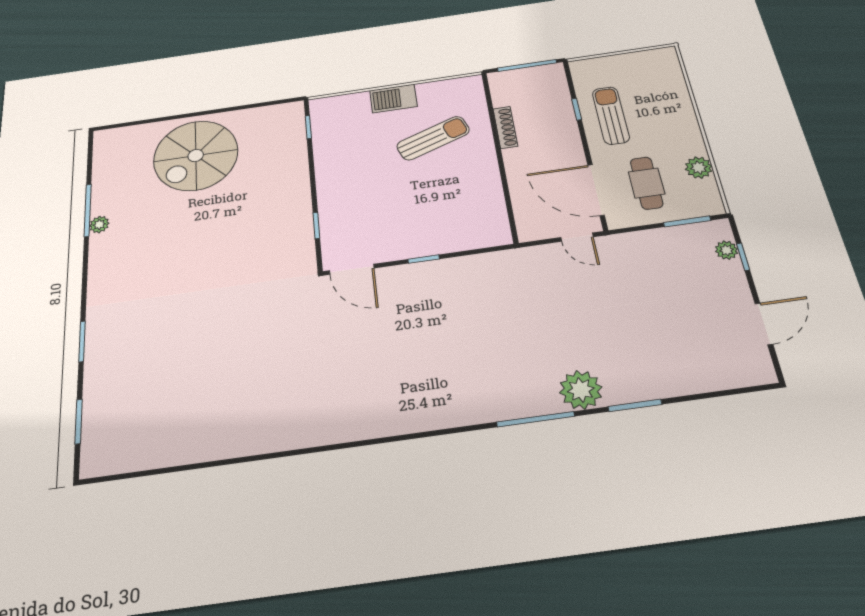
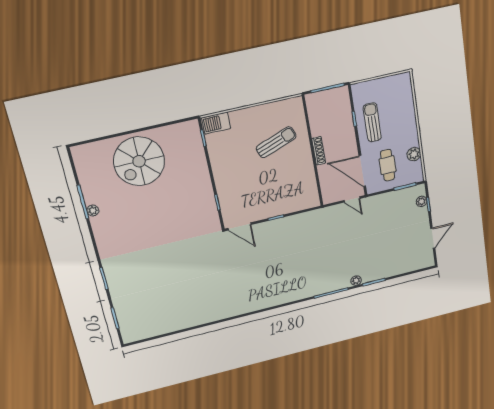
barbecue: (393, 98) -> (216, 123), moved
shoe rack: (505, 127) -> (319, 151), moved
plant: (581, 390) -> (356, 281), width x0.53, depth x0.53

